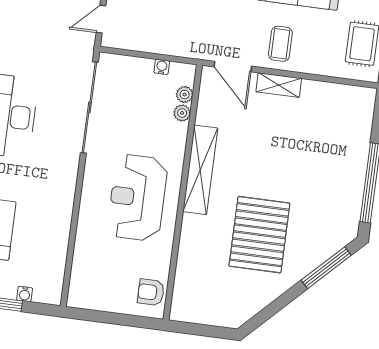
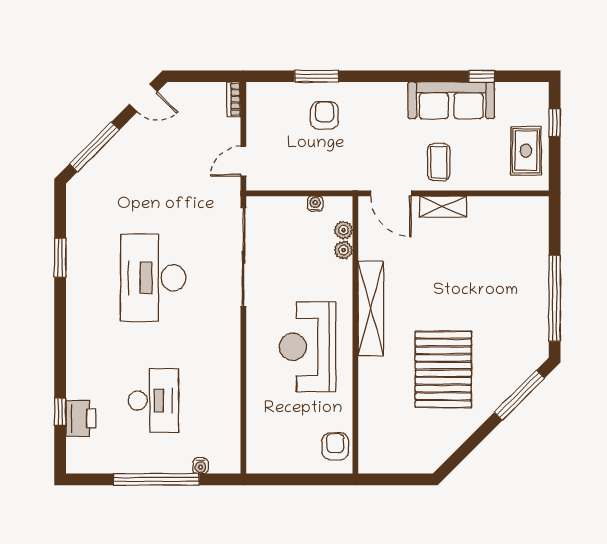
armchair: (151, 292) -> (335, 446), turned 90

